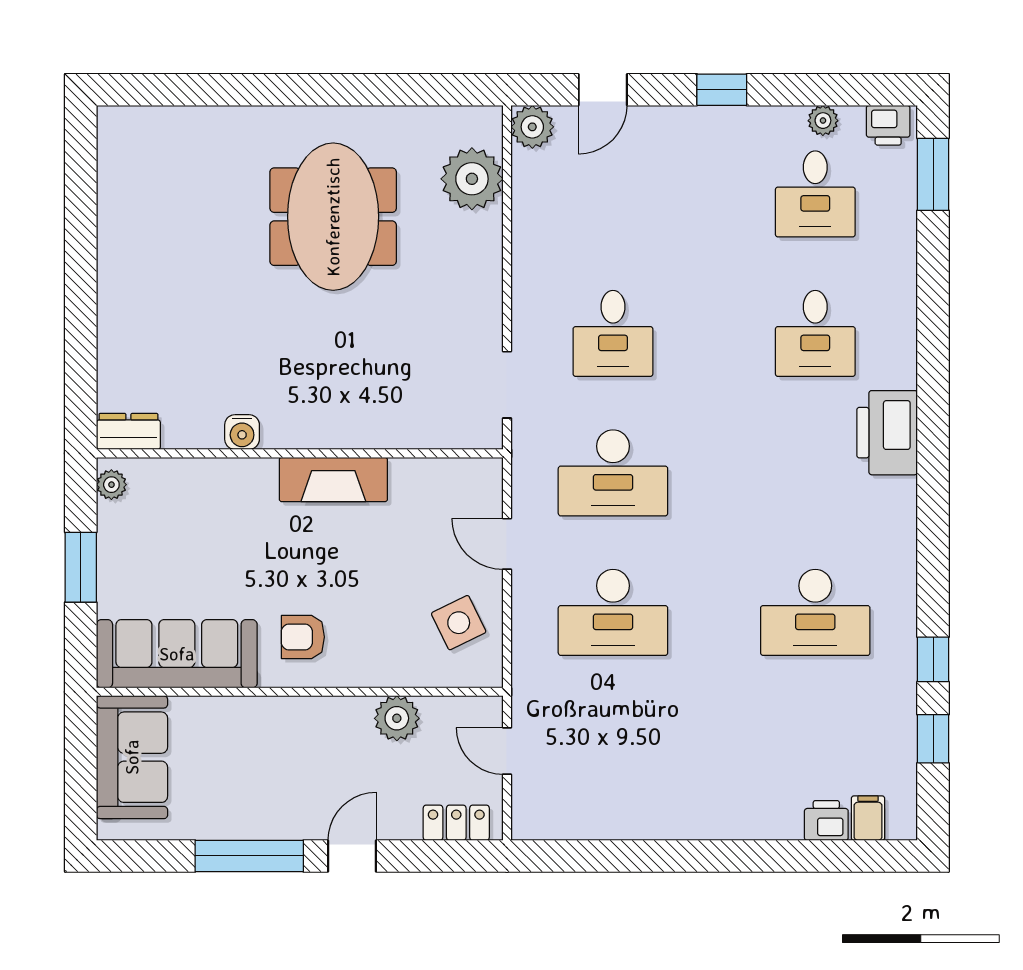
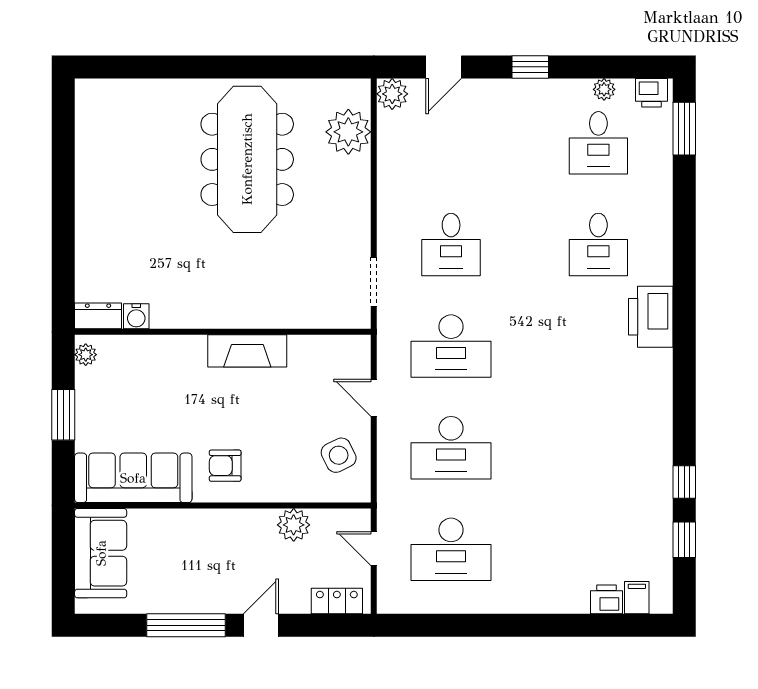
meeting table: (333, 217) -> (247, 159), width x1.36
water cooler: (242, 432) -> (136, 316), moved
desk: (815, 612) -> (451, 549), moved

